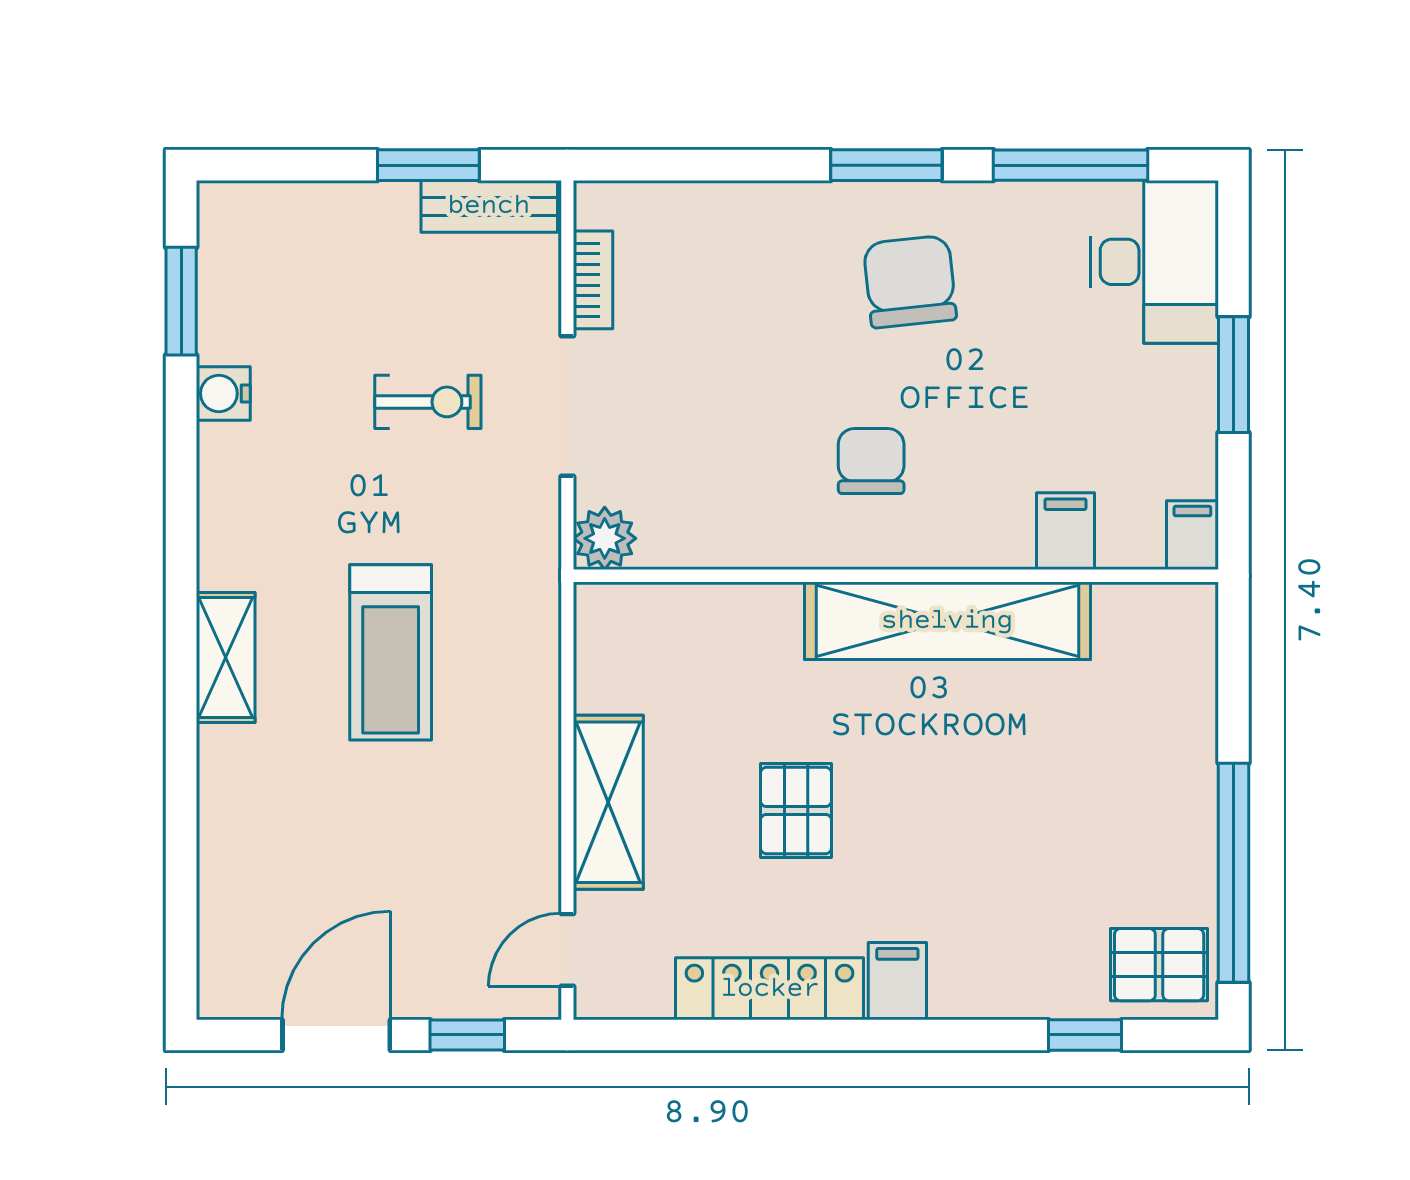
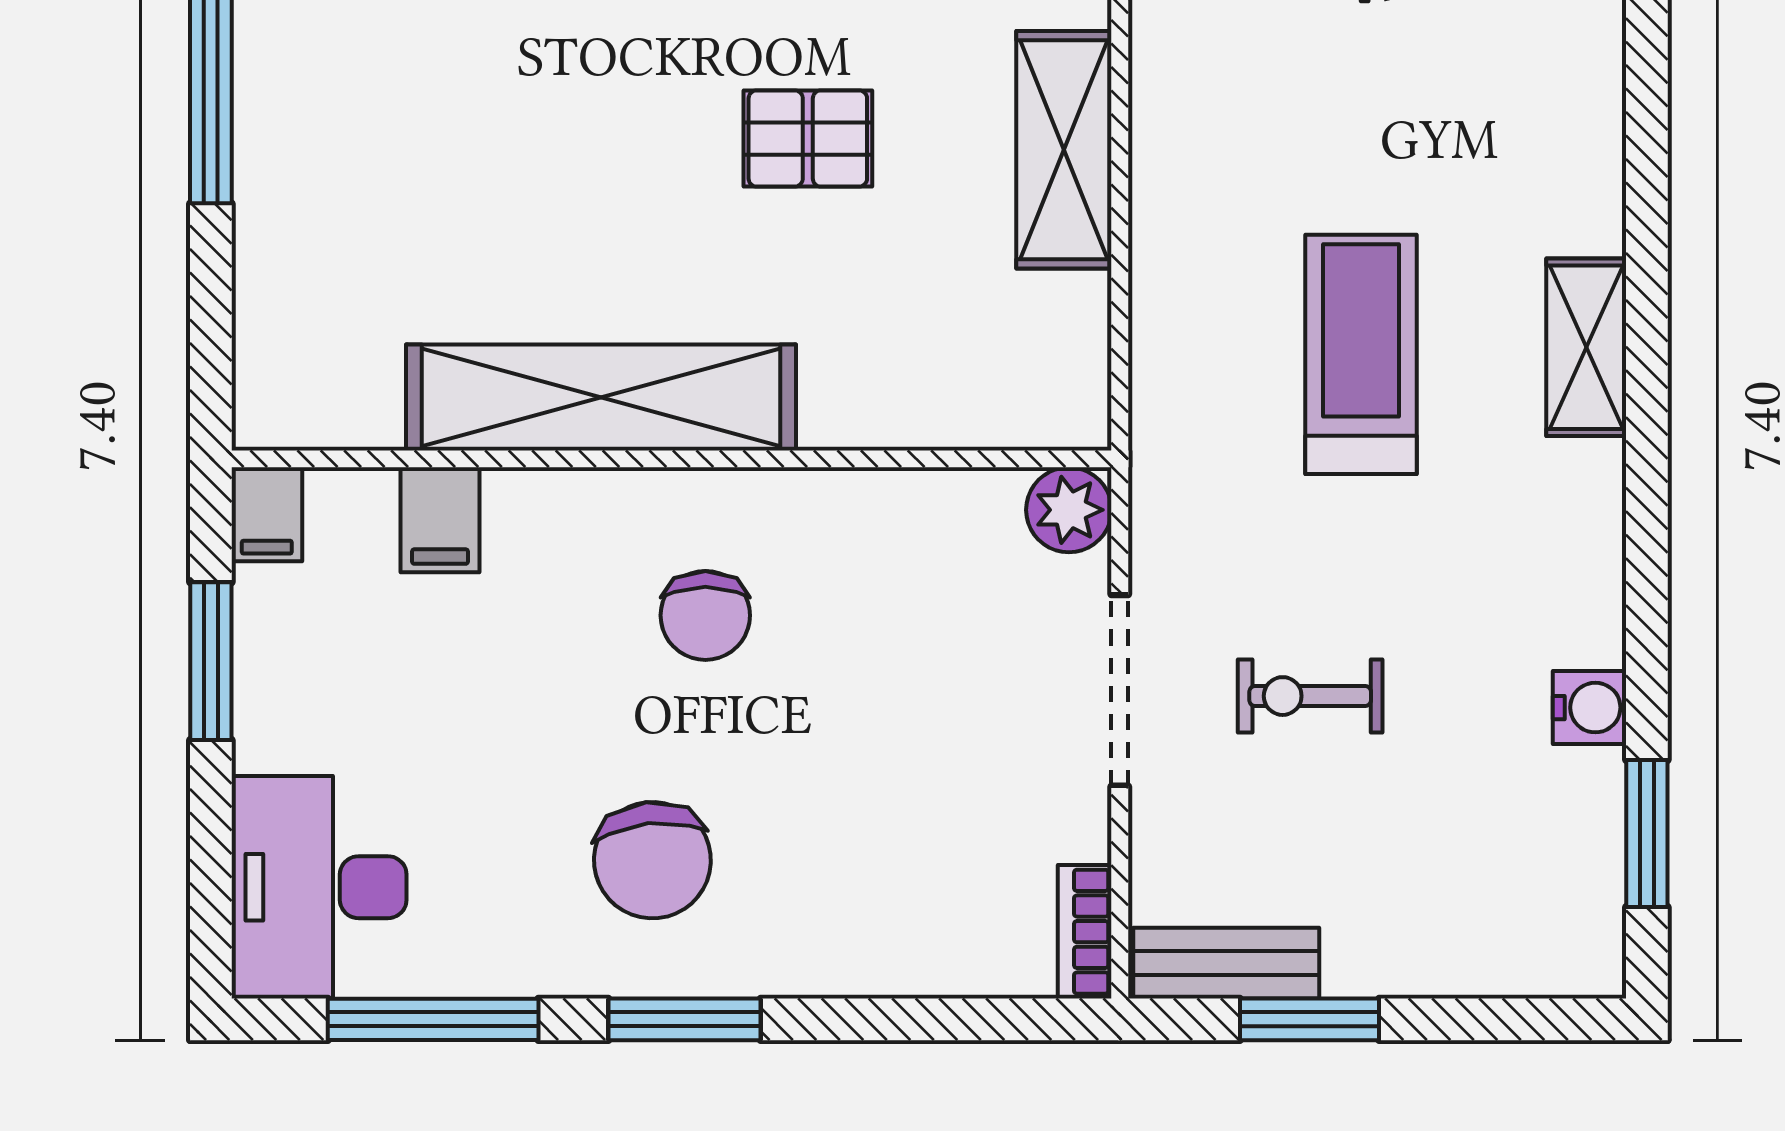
bookcase: (593, 280) -> (1085, 932), moved
window: (1234, 375) -> (211, 661), moved
pallet: (796, 810) -> (808, 139), turned 90

